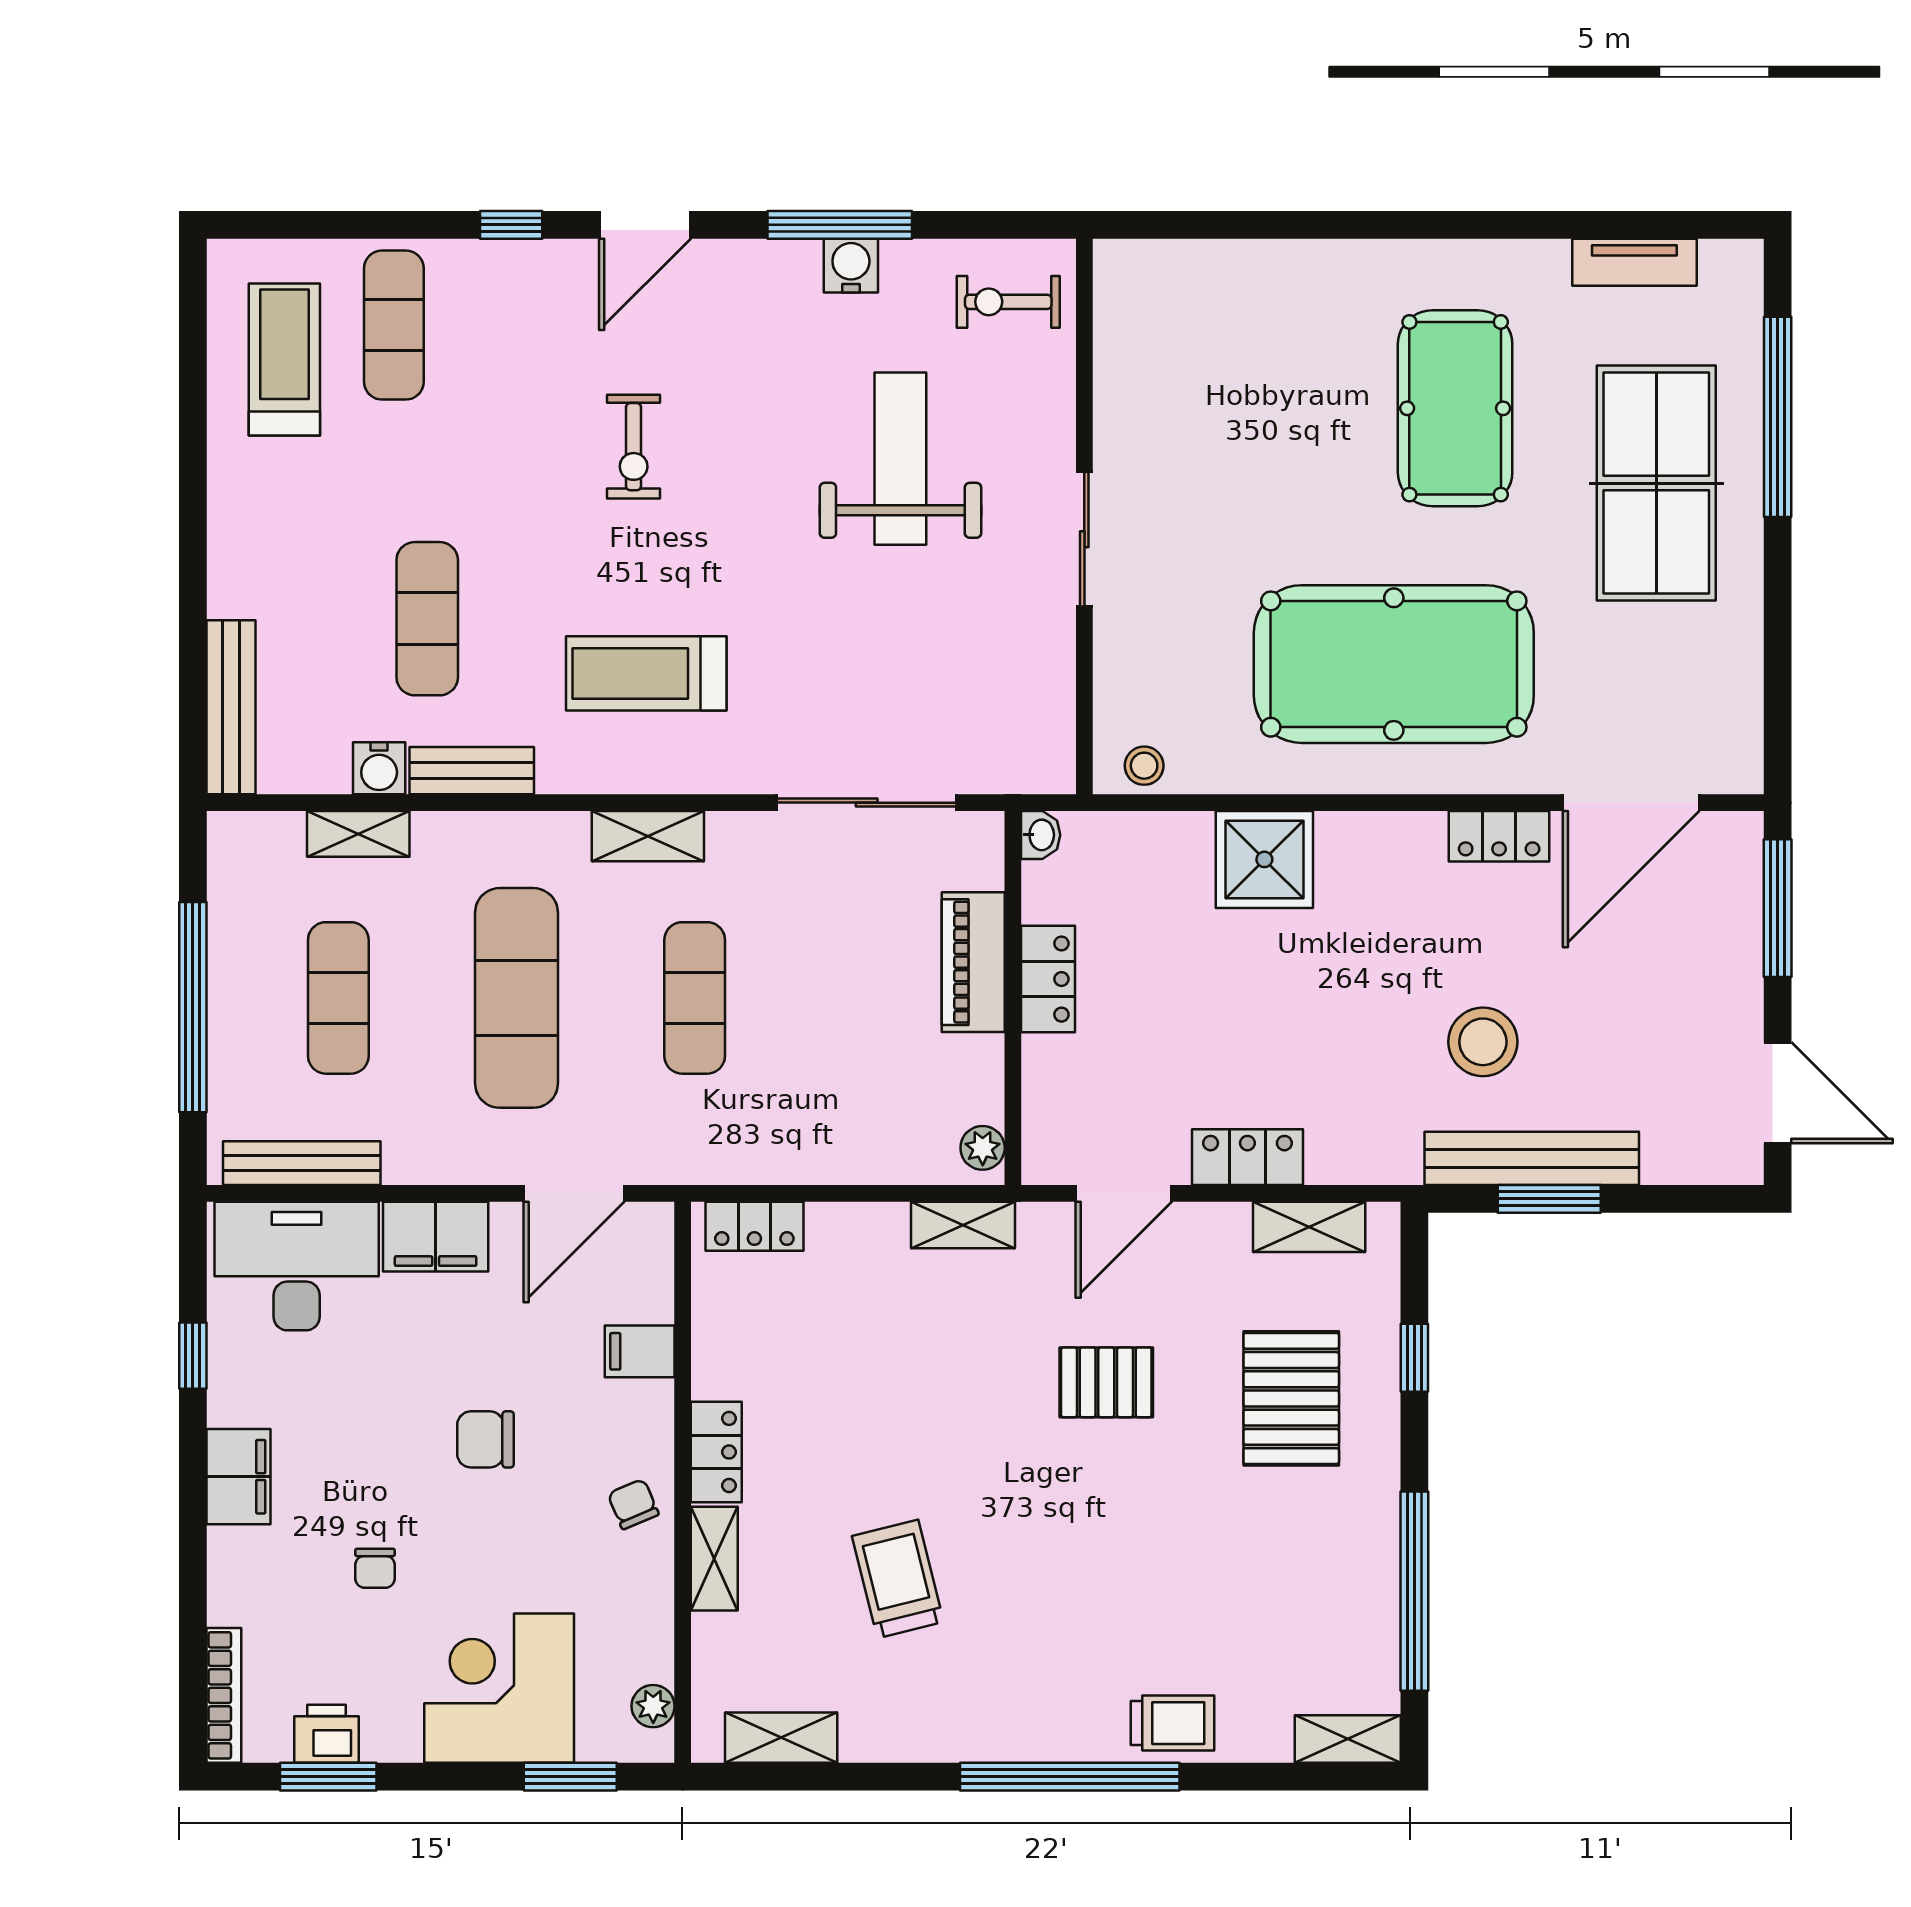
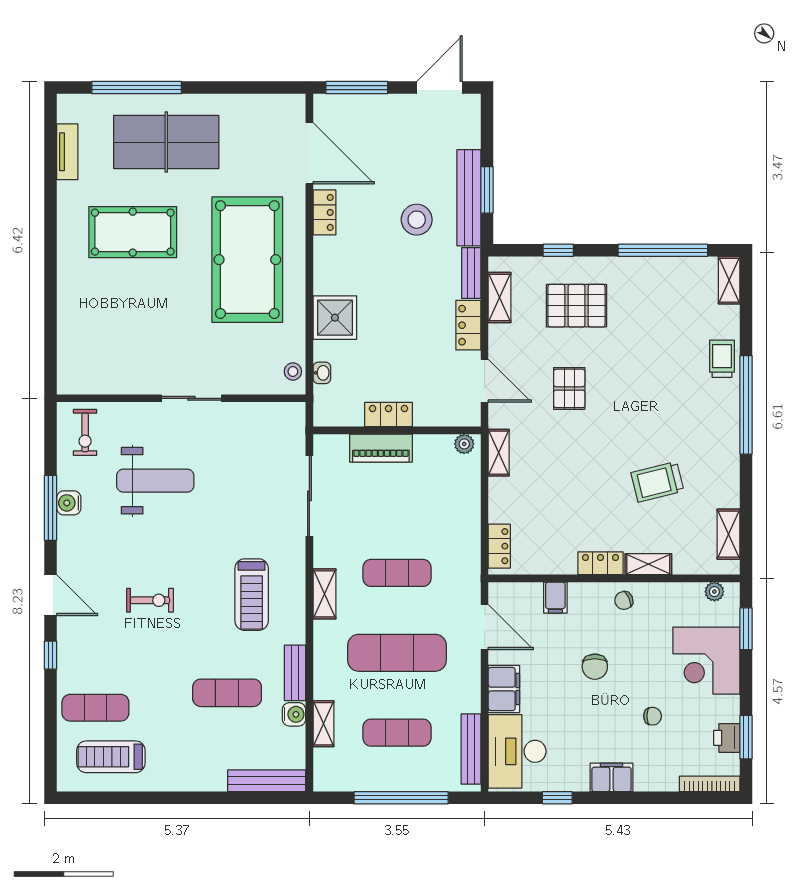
weight bench: (900, 459) -> (155, 481), turned 180
washbasin: (1041, 835) -> (322, 373), moved, turned 90
bench: (1364, 1163) -> (471, 273), added

